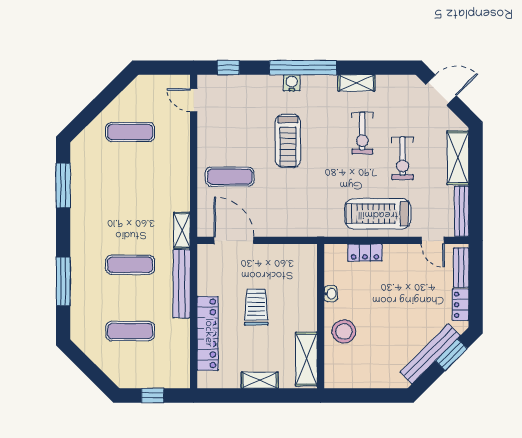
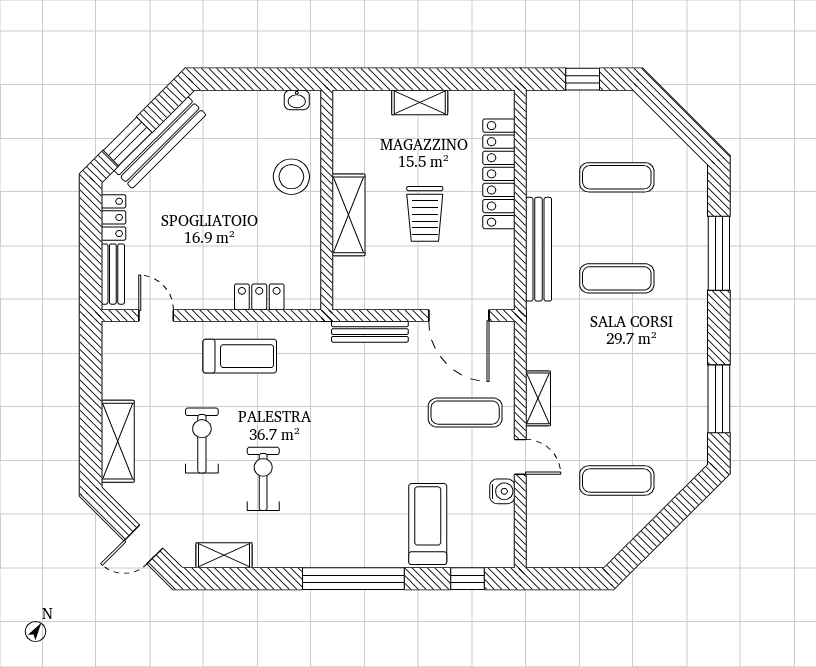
water cooler: (292, 83) -> (502, 491), moved, turned -90
shelving: (357, 83) -> (224, 555), moved
door: (441, 90) -> (143, 544), width x0.73
door: (194, 100) -> (520, 457), moved
treadmill: (288, 141) -> (428, 524), moved
bench: (462, 211) -> (370, 332), moved, turned 90
treadmill: (378, 214) -> (240, 356), width x0.73, depth x0.73
shelving: (182, 230) -> (538, 398), moved
washbasin: (331, 294) -> (297, 100), moved, turned -90
shelving: (306, 359) -> (349, 215), moved

